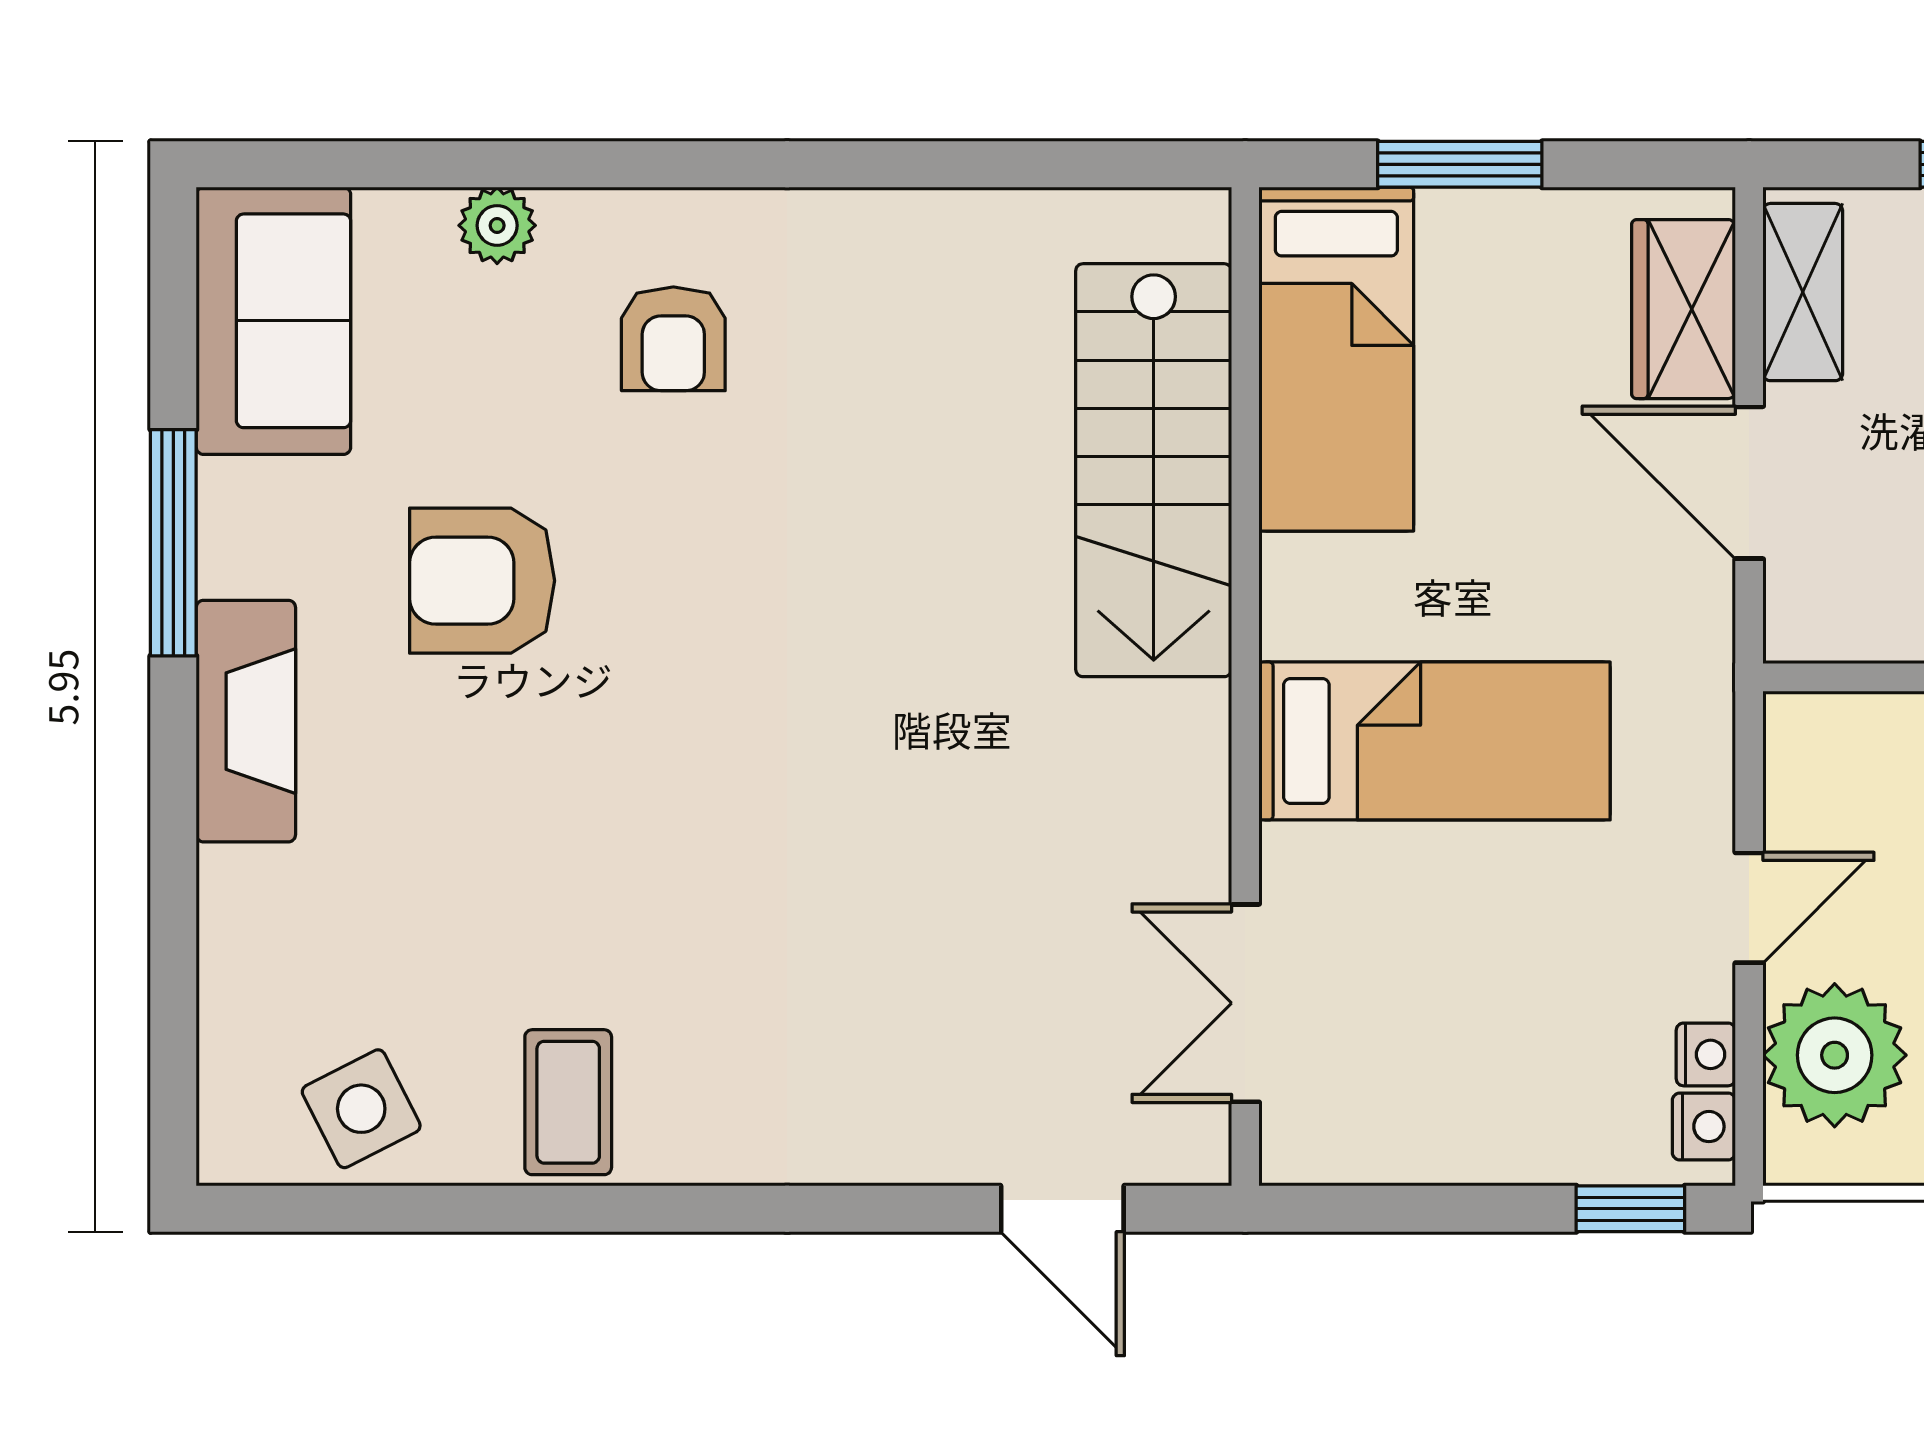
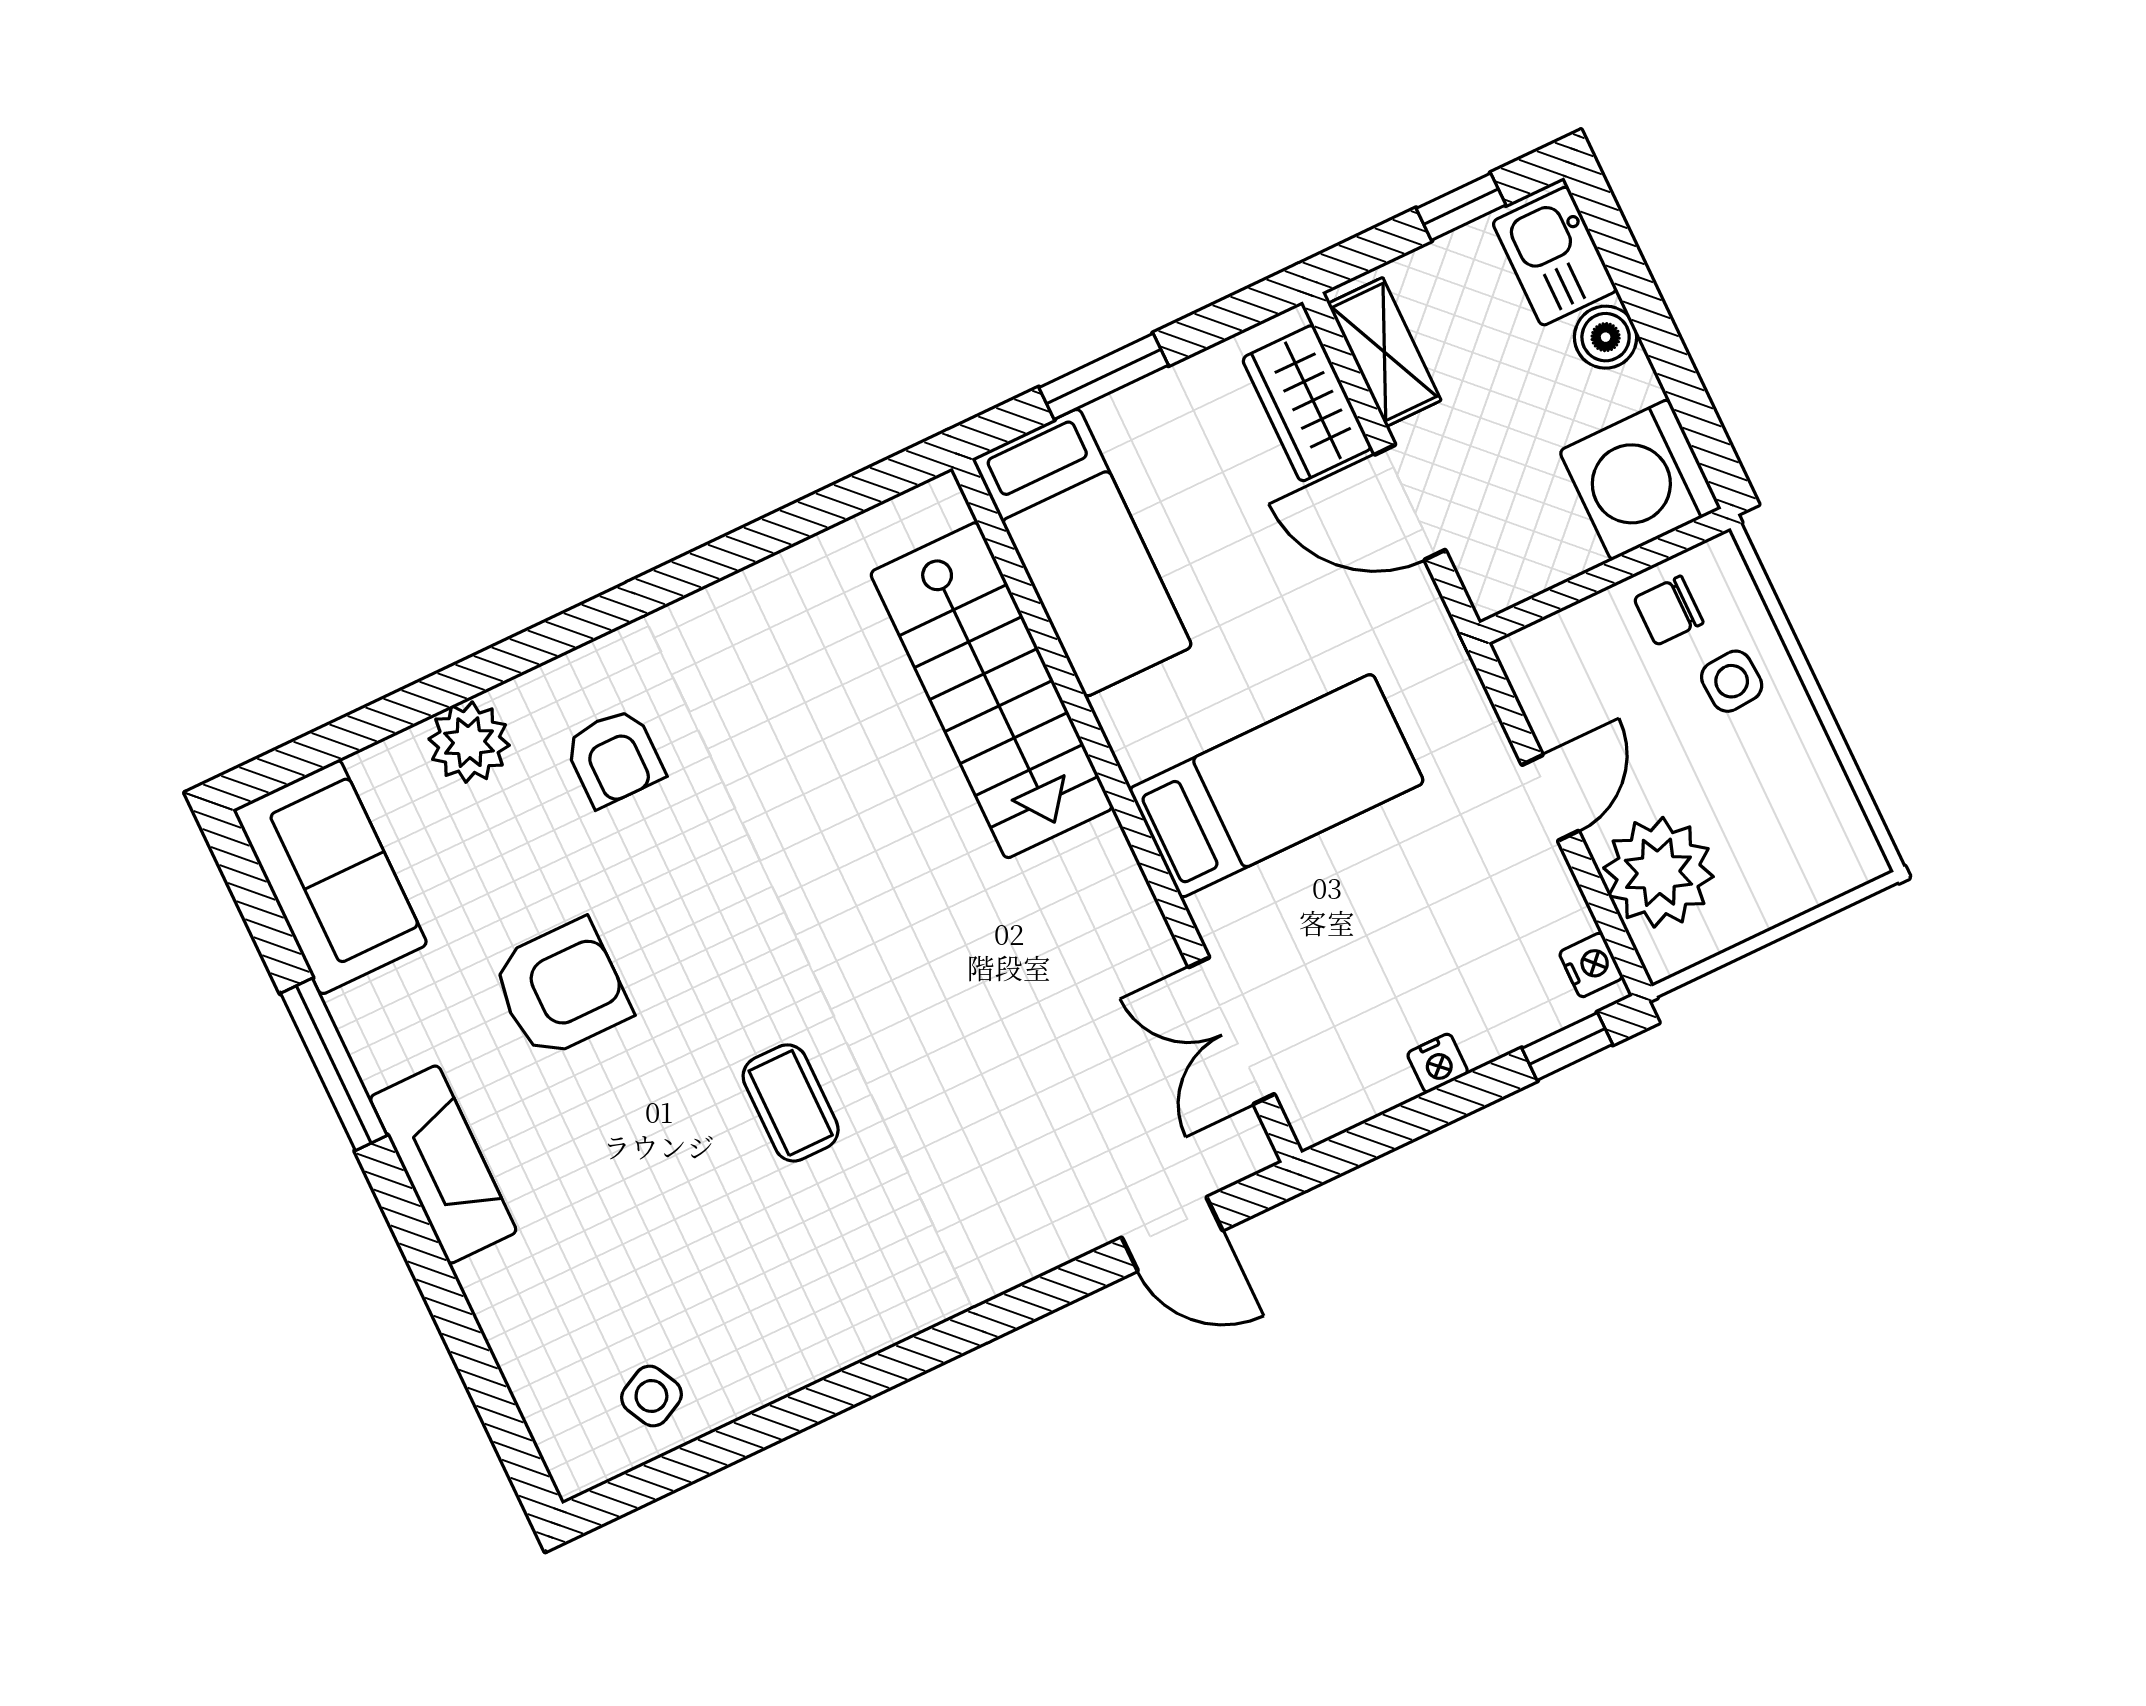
plant: (497, 225) -> (469, 742), width x1.38, depth x1.38
armchair: (482, 581) -> (561, 989), turned 180
nightstand: (1706, 1054) -> (1438, 1063), moved, turned 90
coffee table: (568, 1102) -> (791, 1103), moved
side table: (361, 1109) -> (651, 1396), width x0.73, depth x0.73

